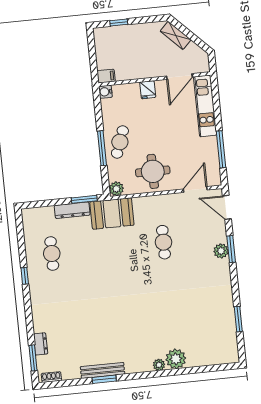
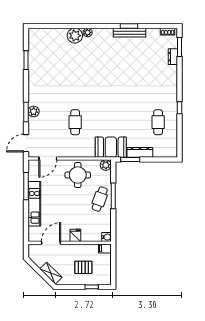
pallet: (133, 48) -> (83, 267), added
kitchen unit: (205, 106) -> (34, 204), moved
door: (227, 207) -> (26, 143), swing flipped

